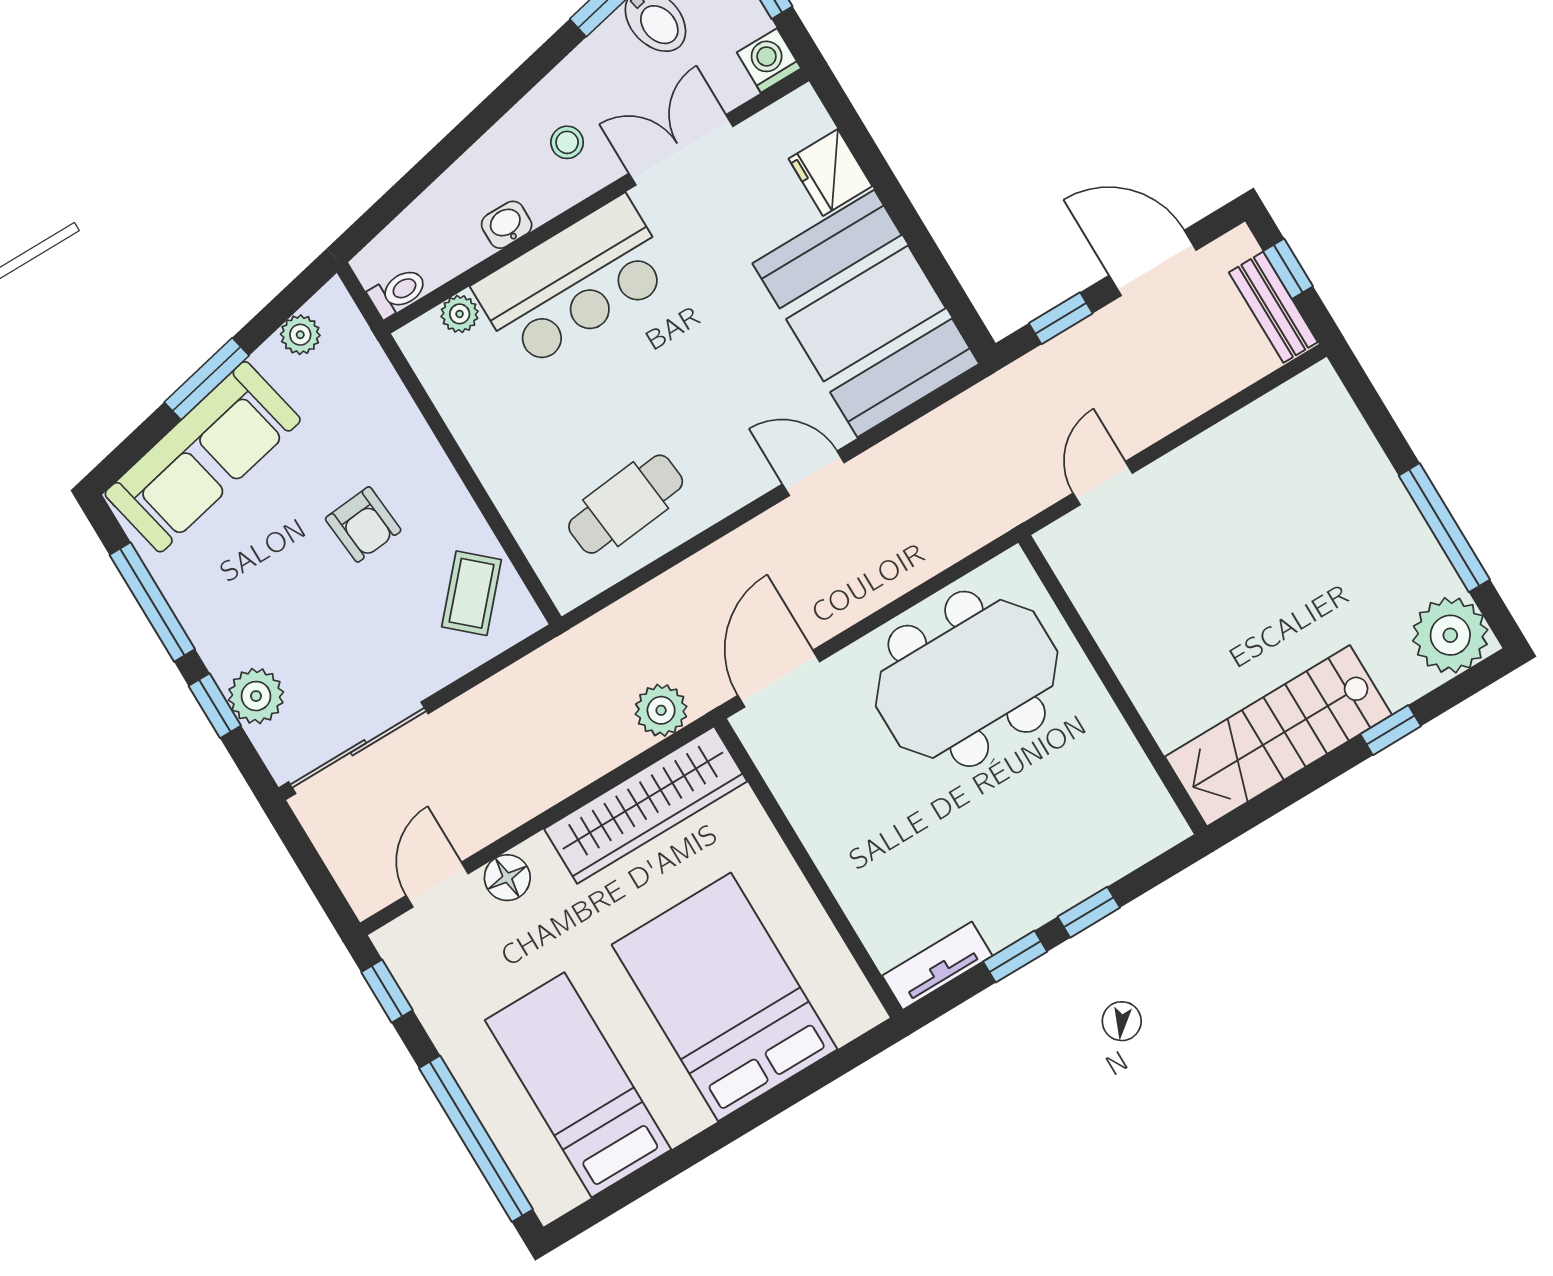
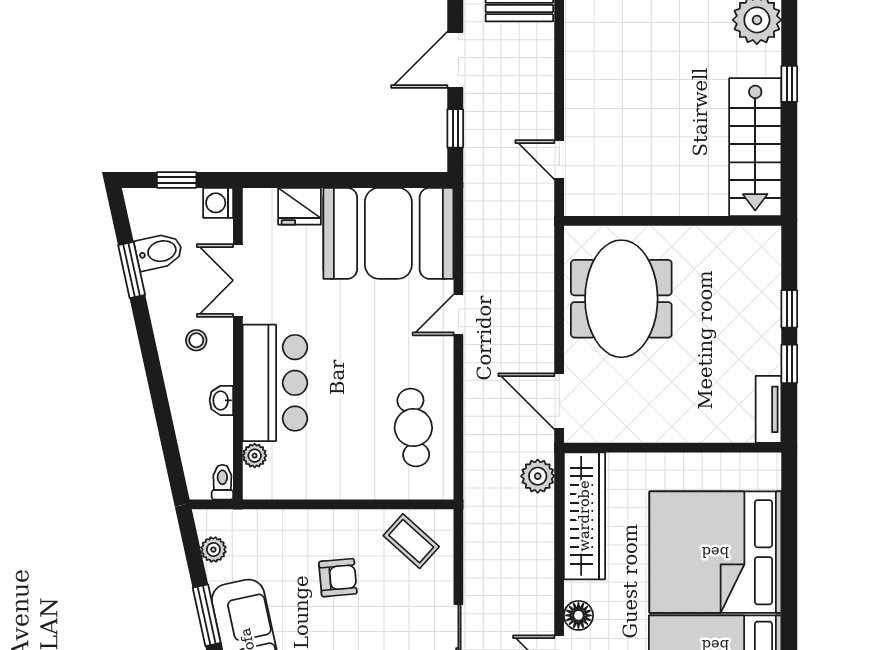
bed: (724, 997) -> (715, 552), width x1.36

